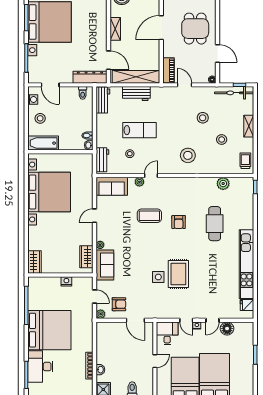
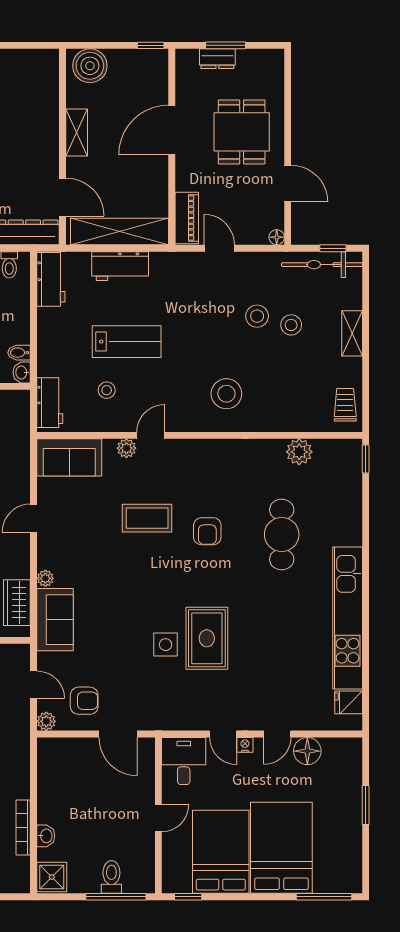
stool: (222, 139) -> (291, 325), moved

